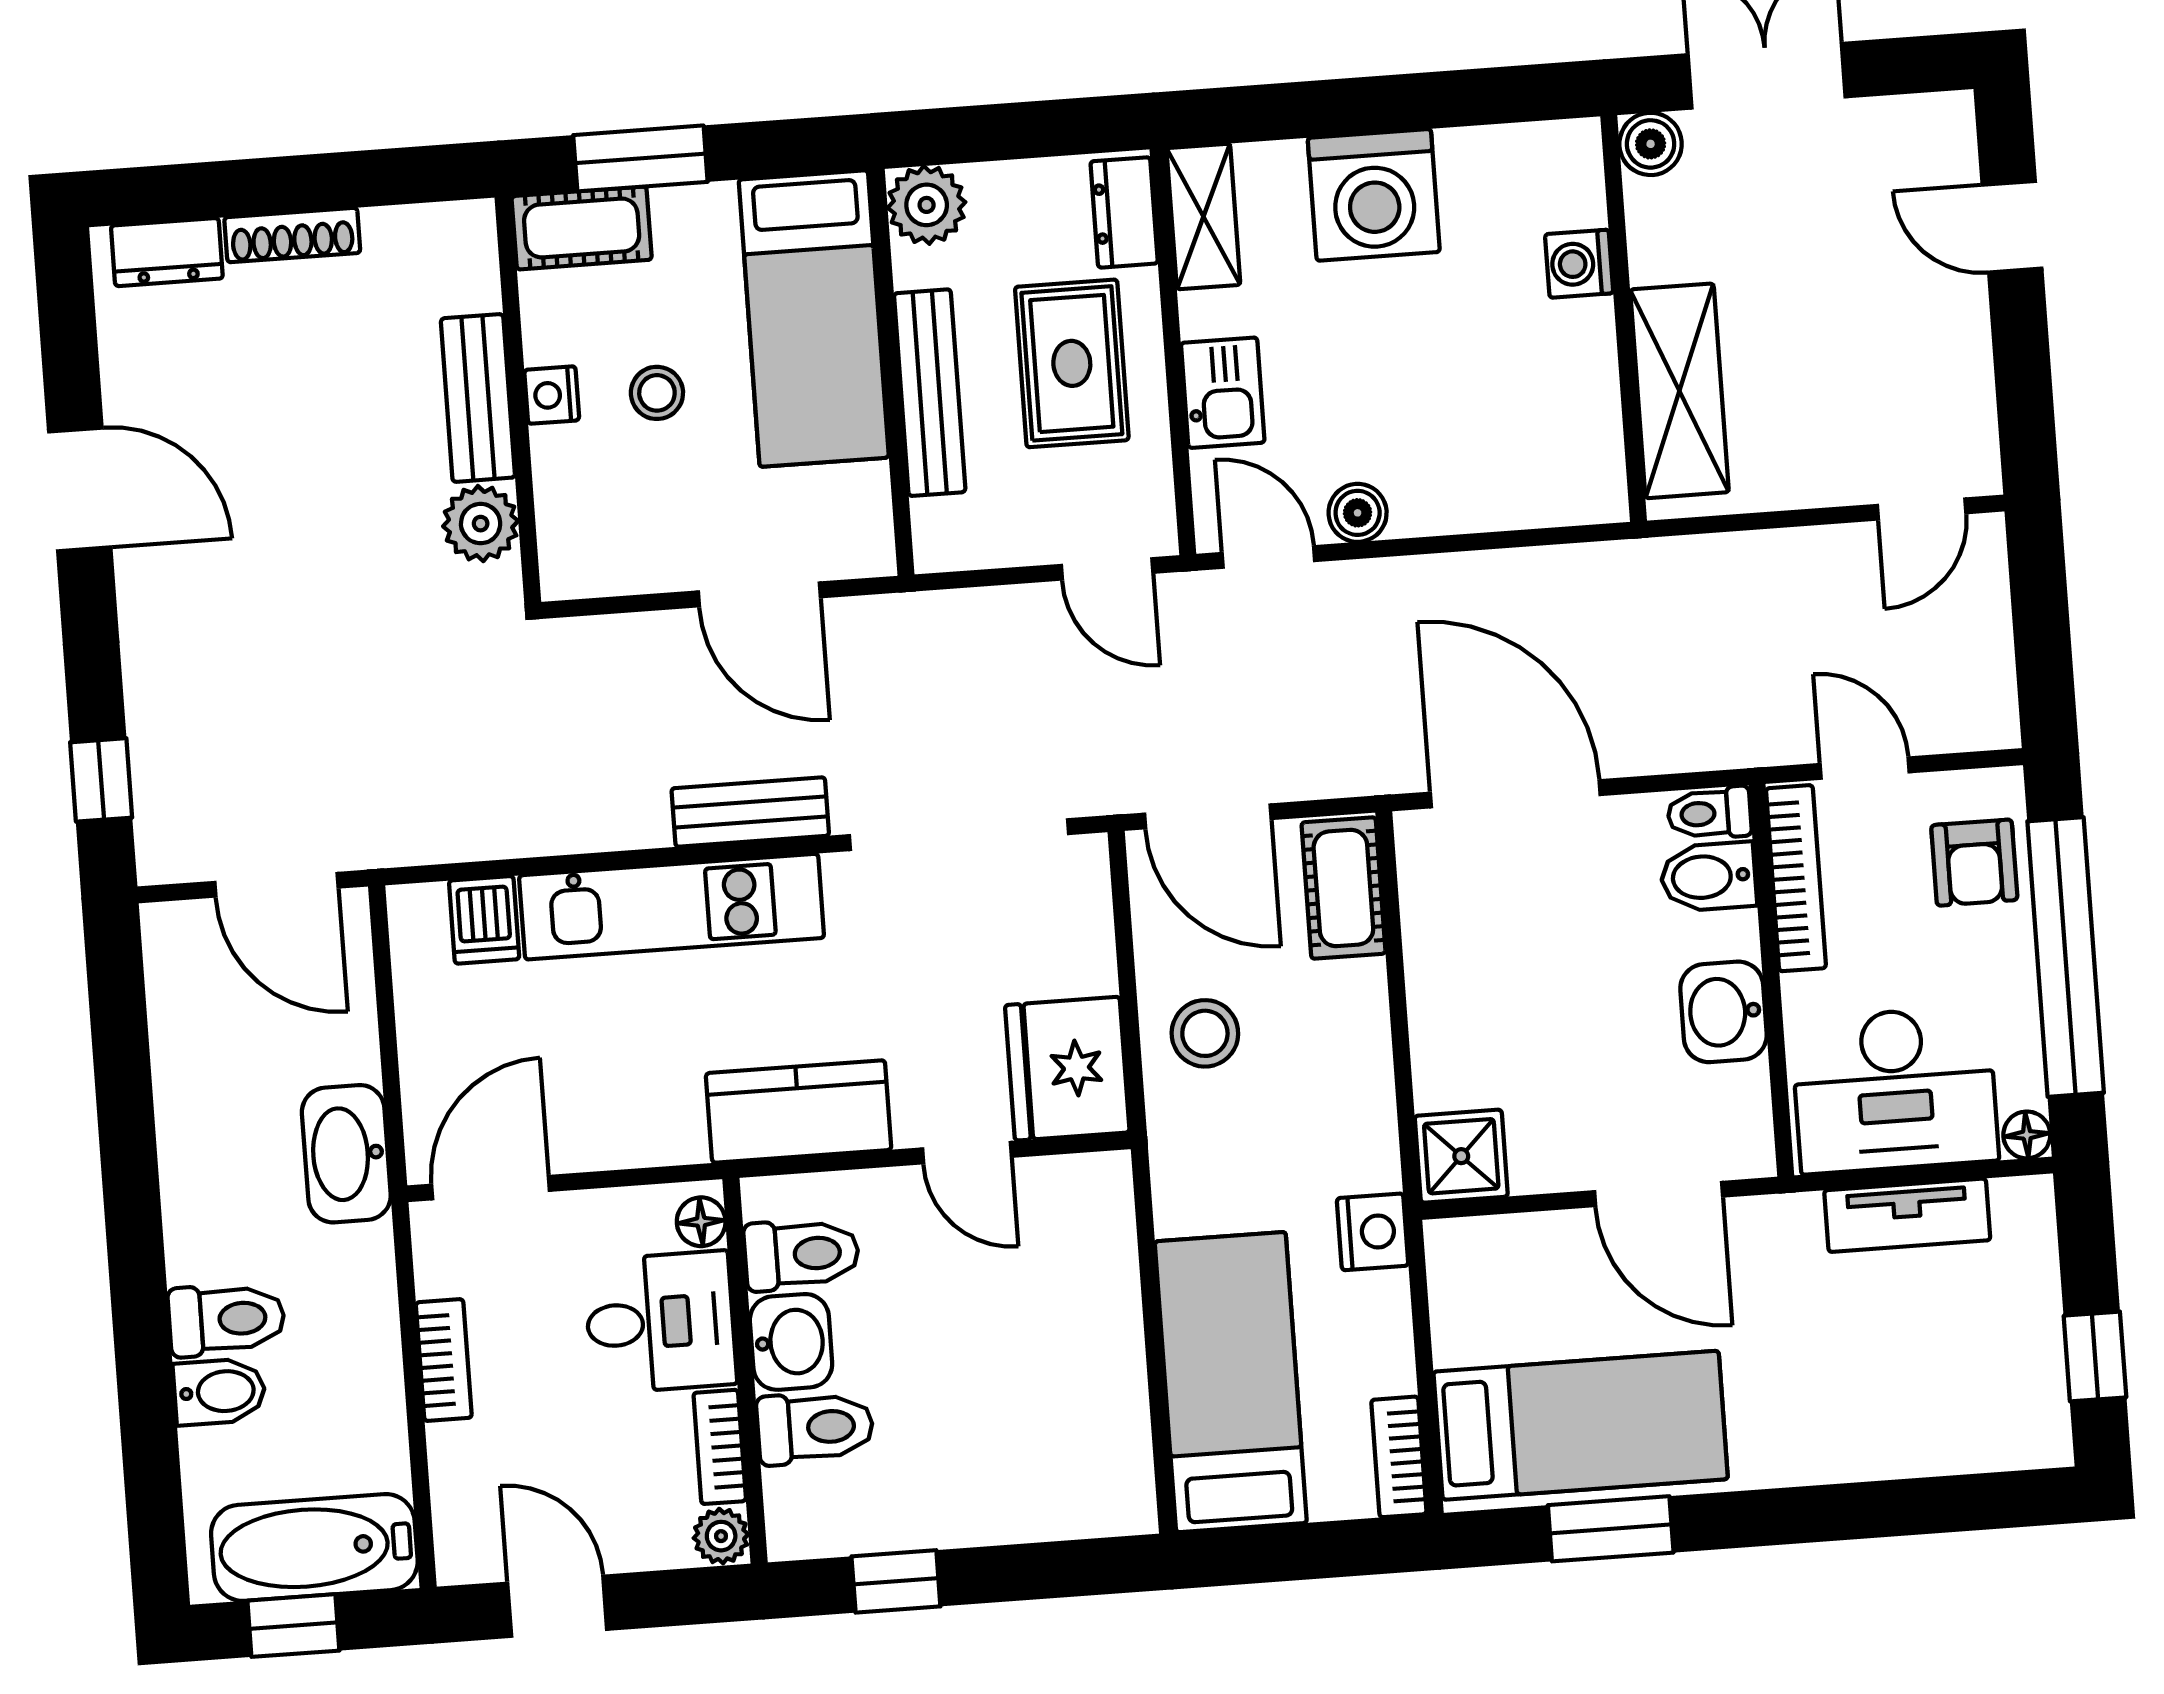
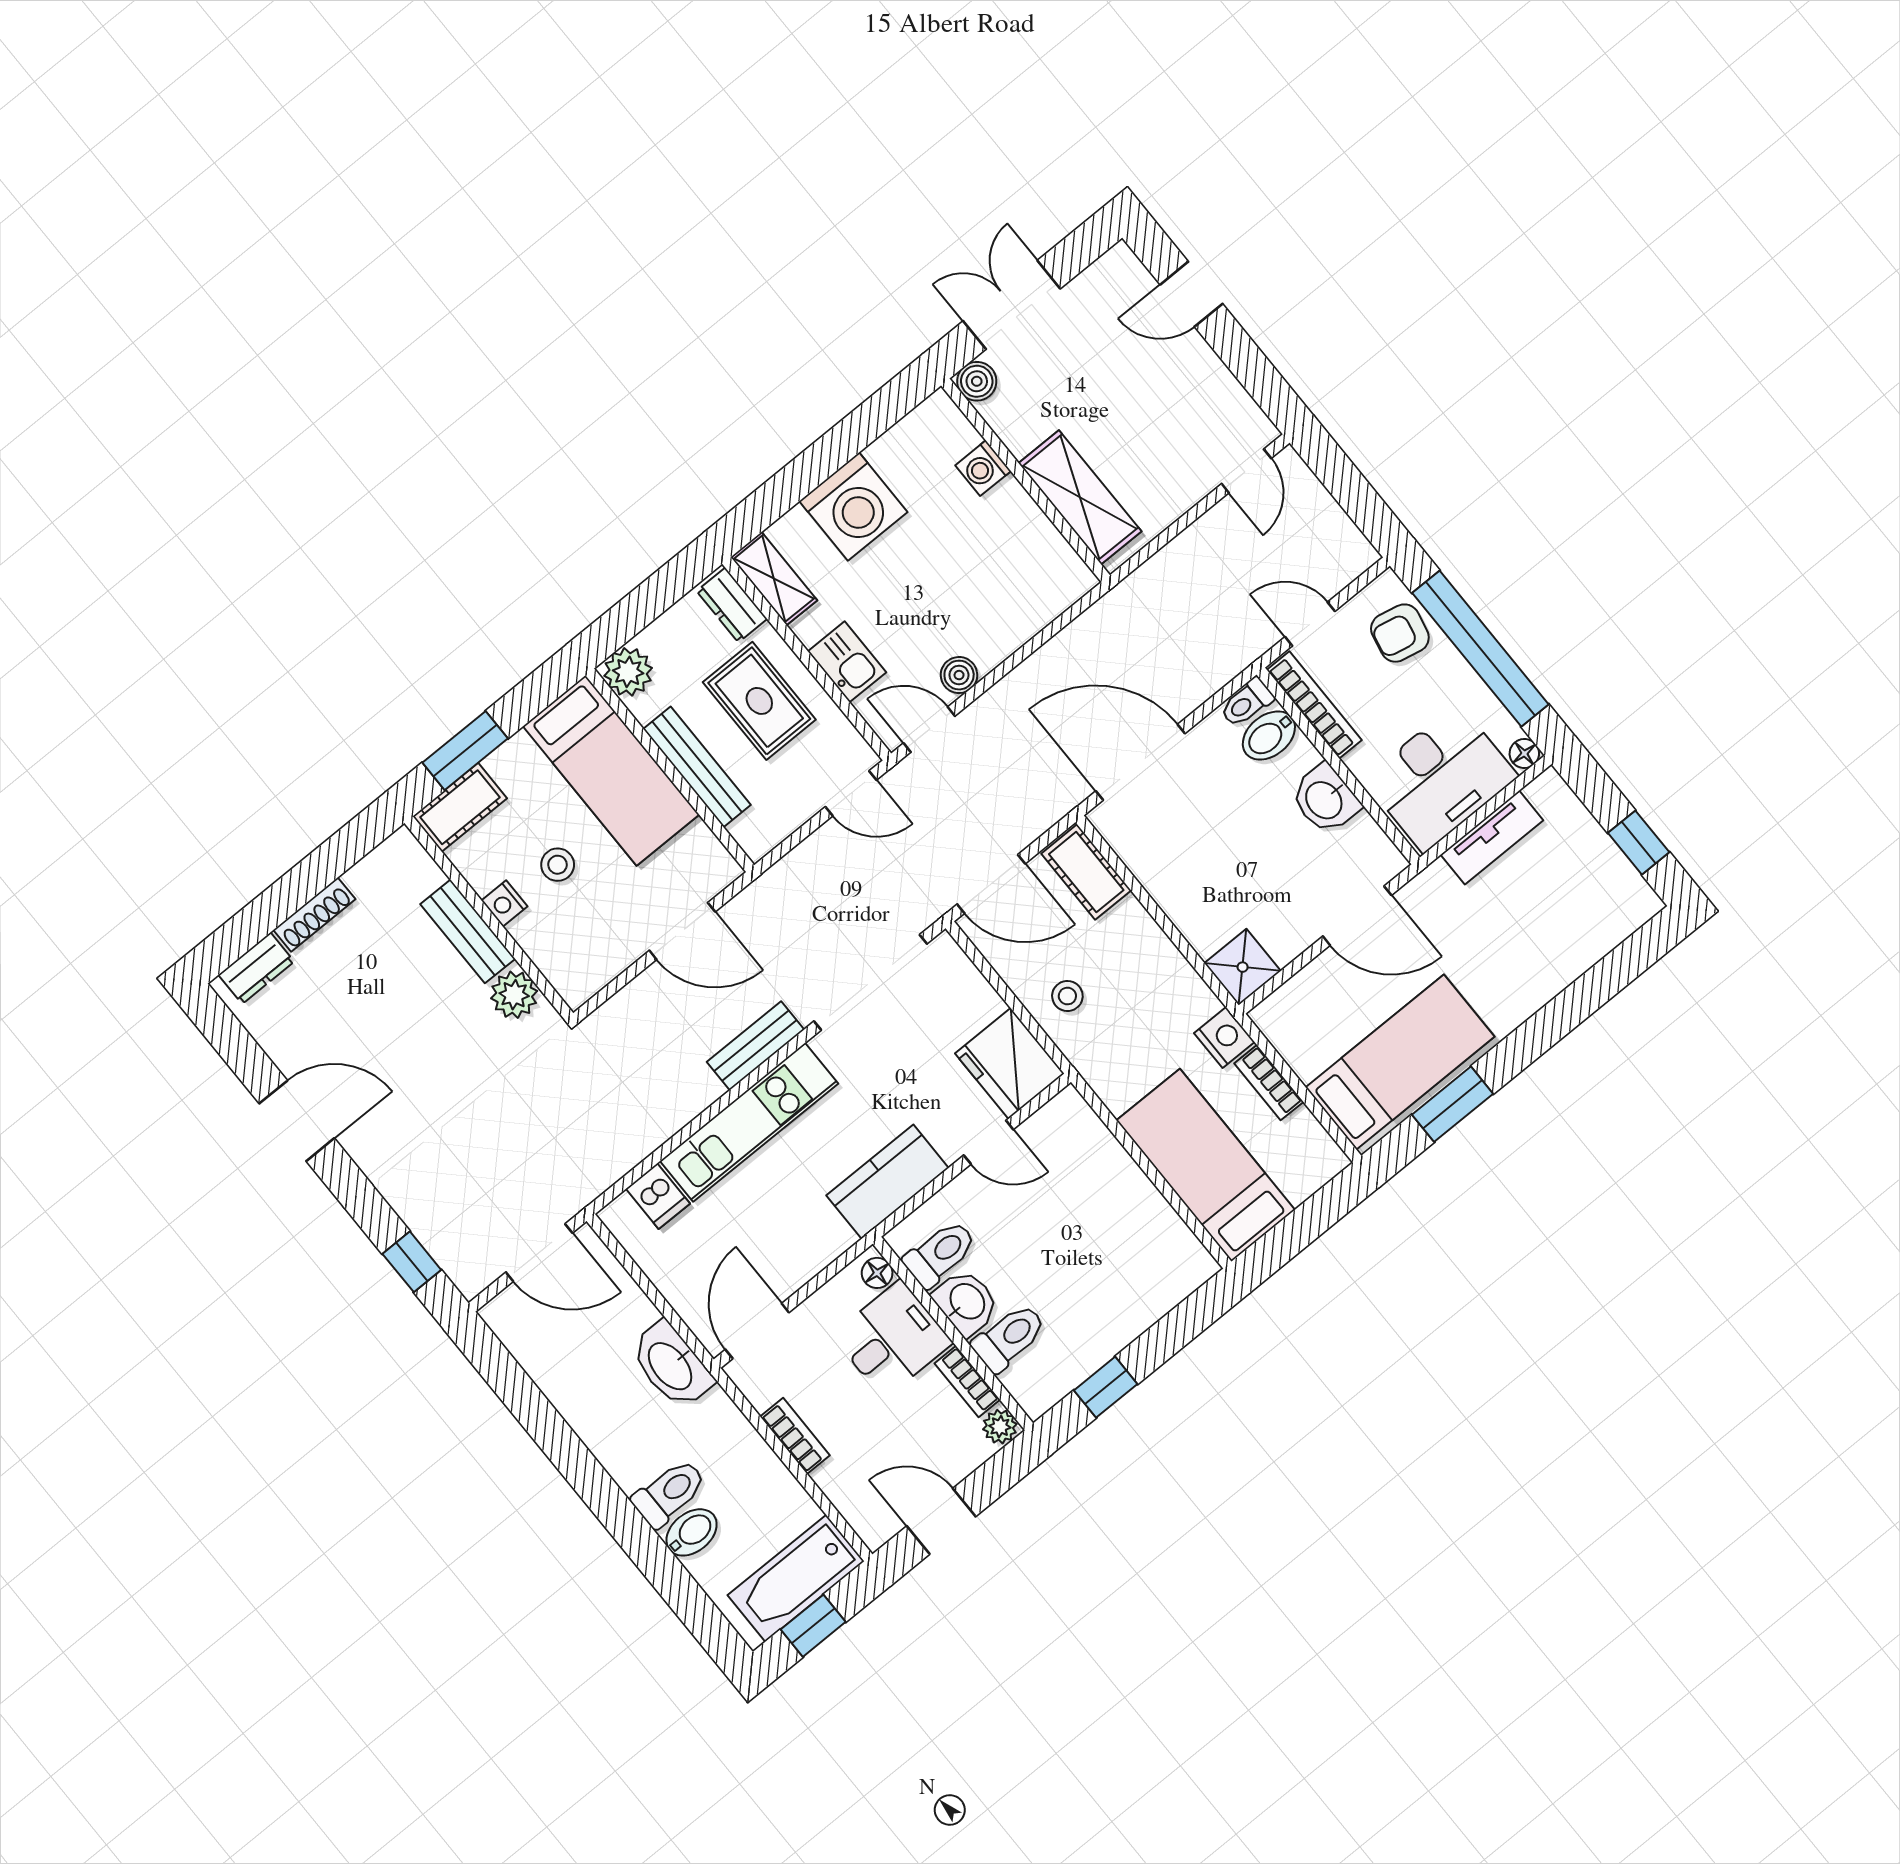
armchair: (1974, 863) -> (1400, 633), turned 102
stool: (1205, 1033) -> (1067, 996), width x0.73, depth x0.73
bookcase: (1399, 1457) -> (1269, 1083), moved

